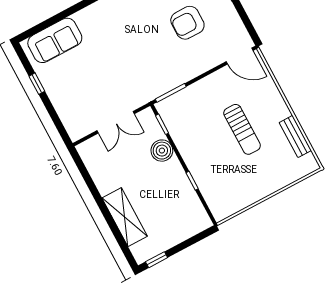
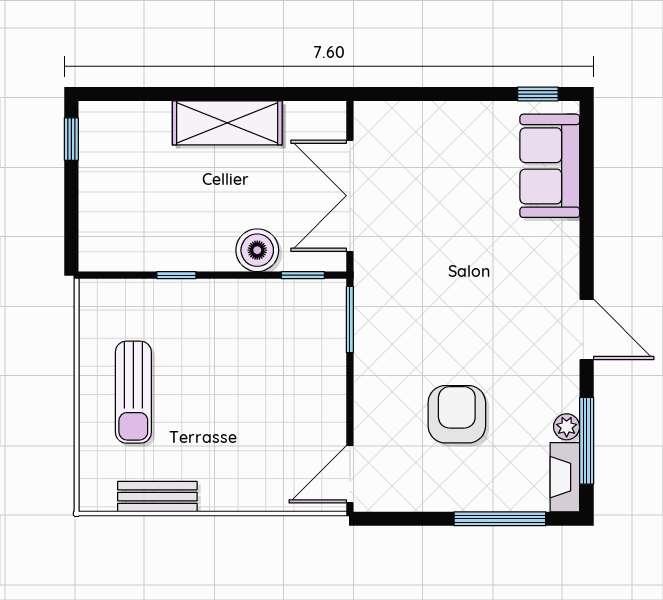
window: (37, 84) -> (538, 94), moved
double door: (116, 122) -> (350, 196), width x1.37
sun lounger: (242, 129) -> (133, 392), moved, turned -90
shelving: (125, 217) -> (227, 123), moved

